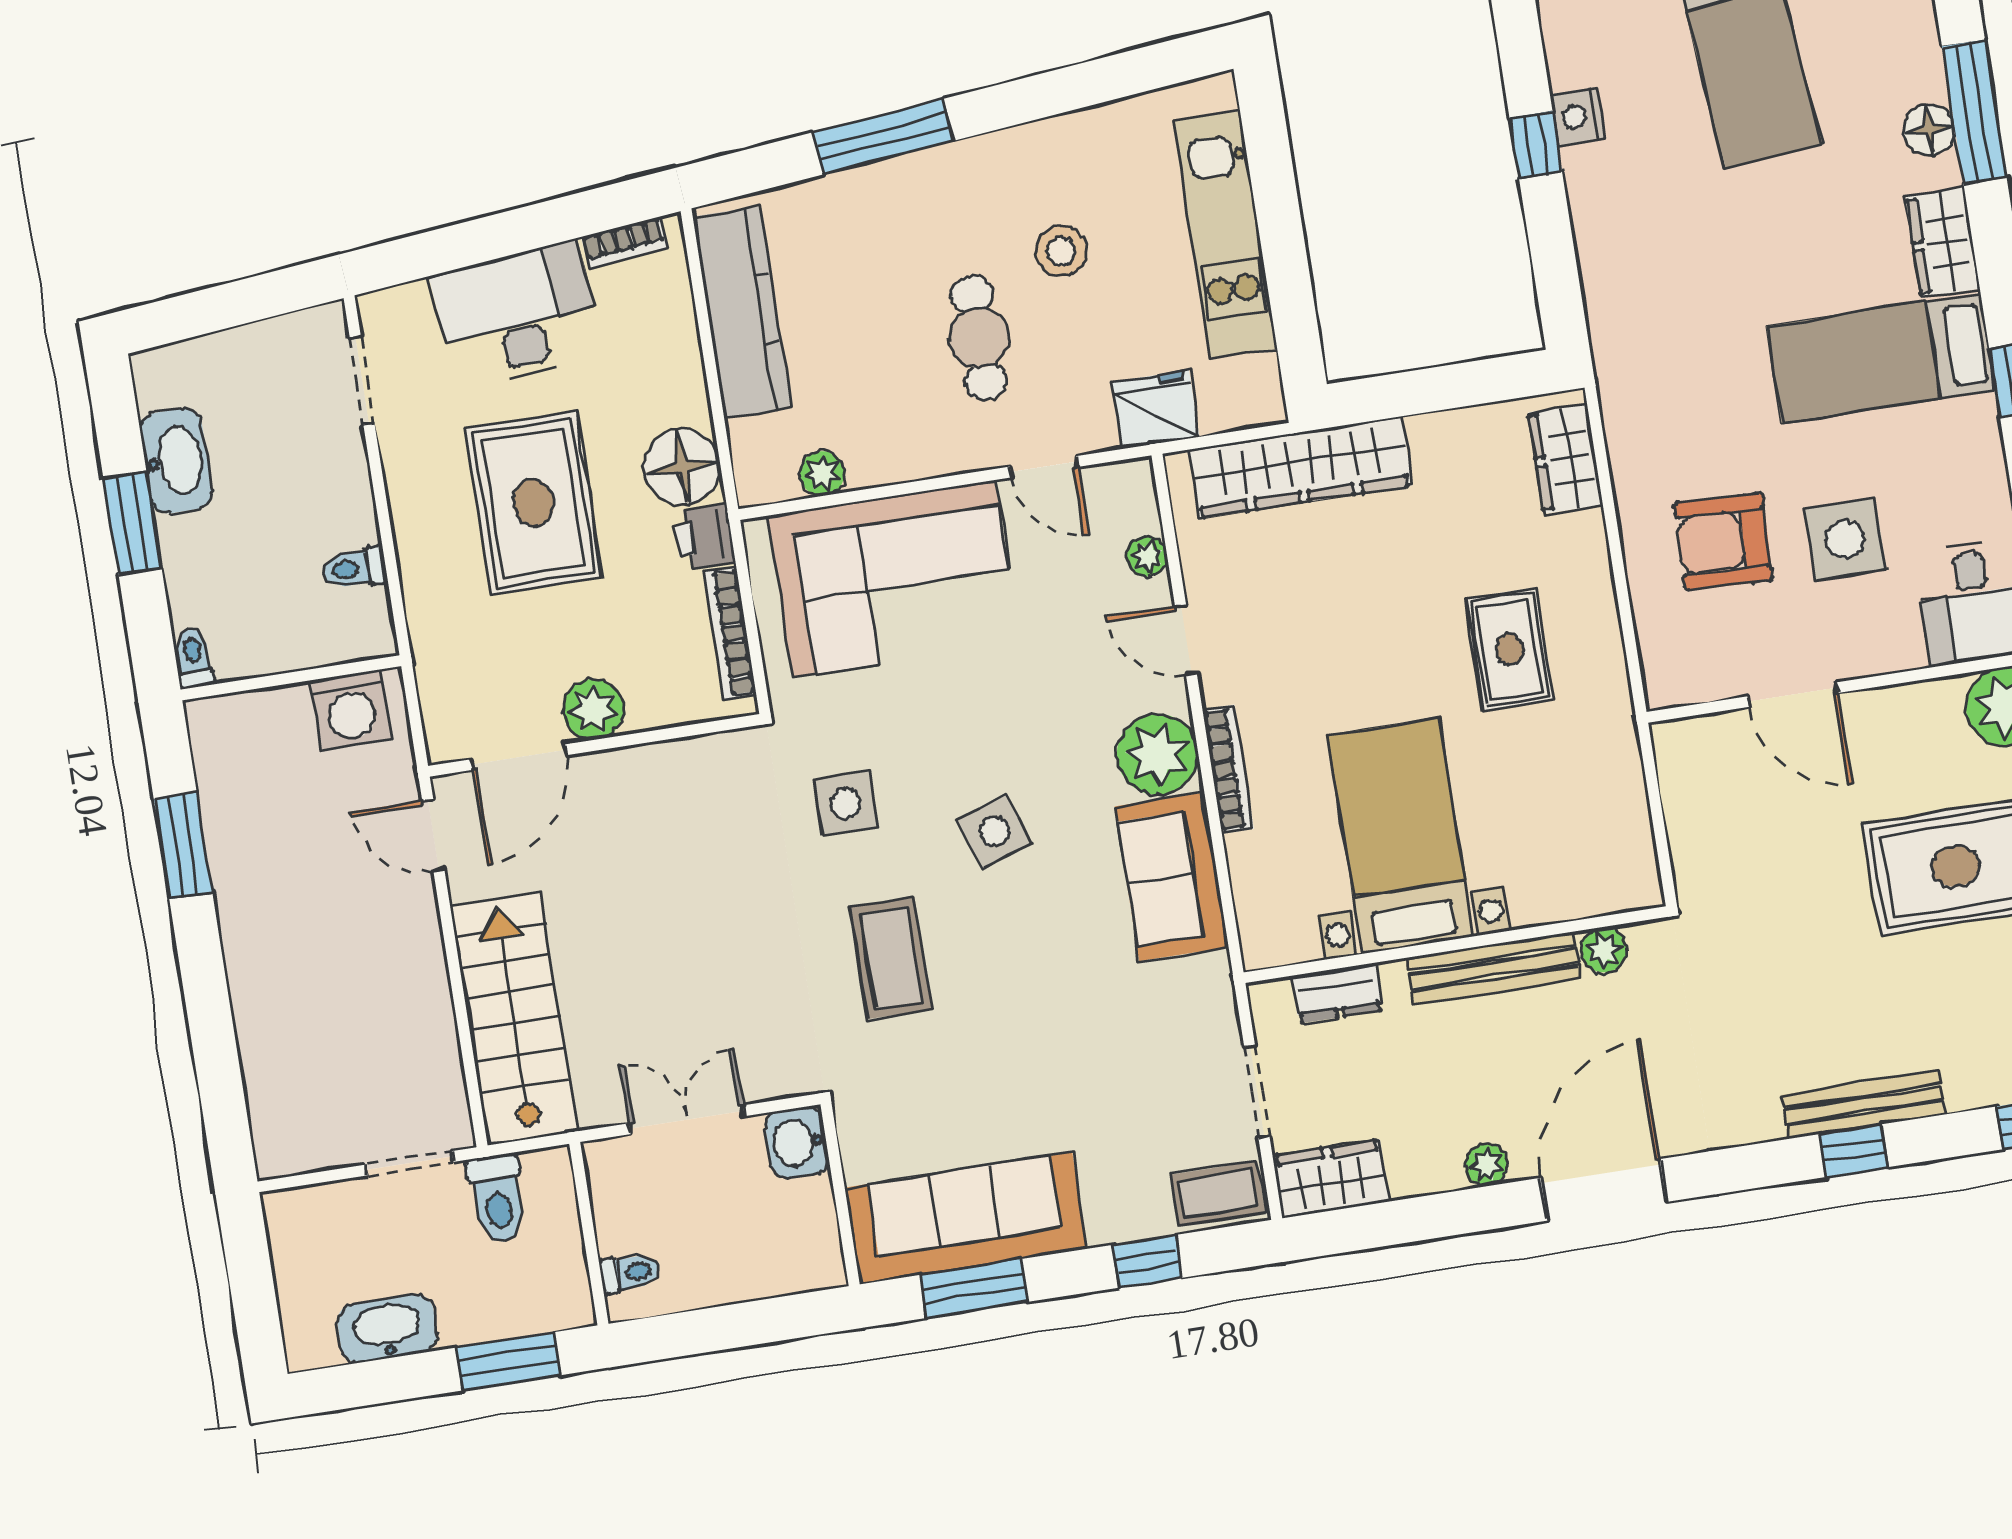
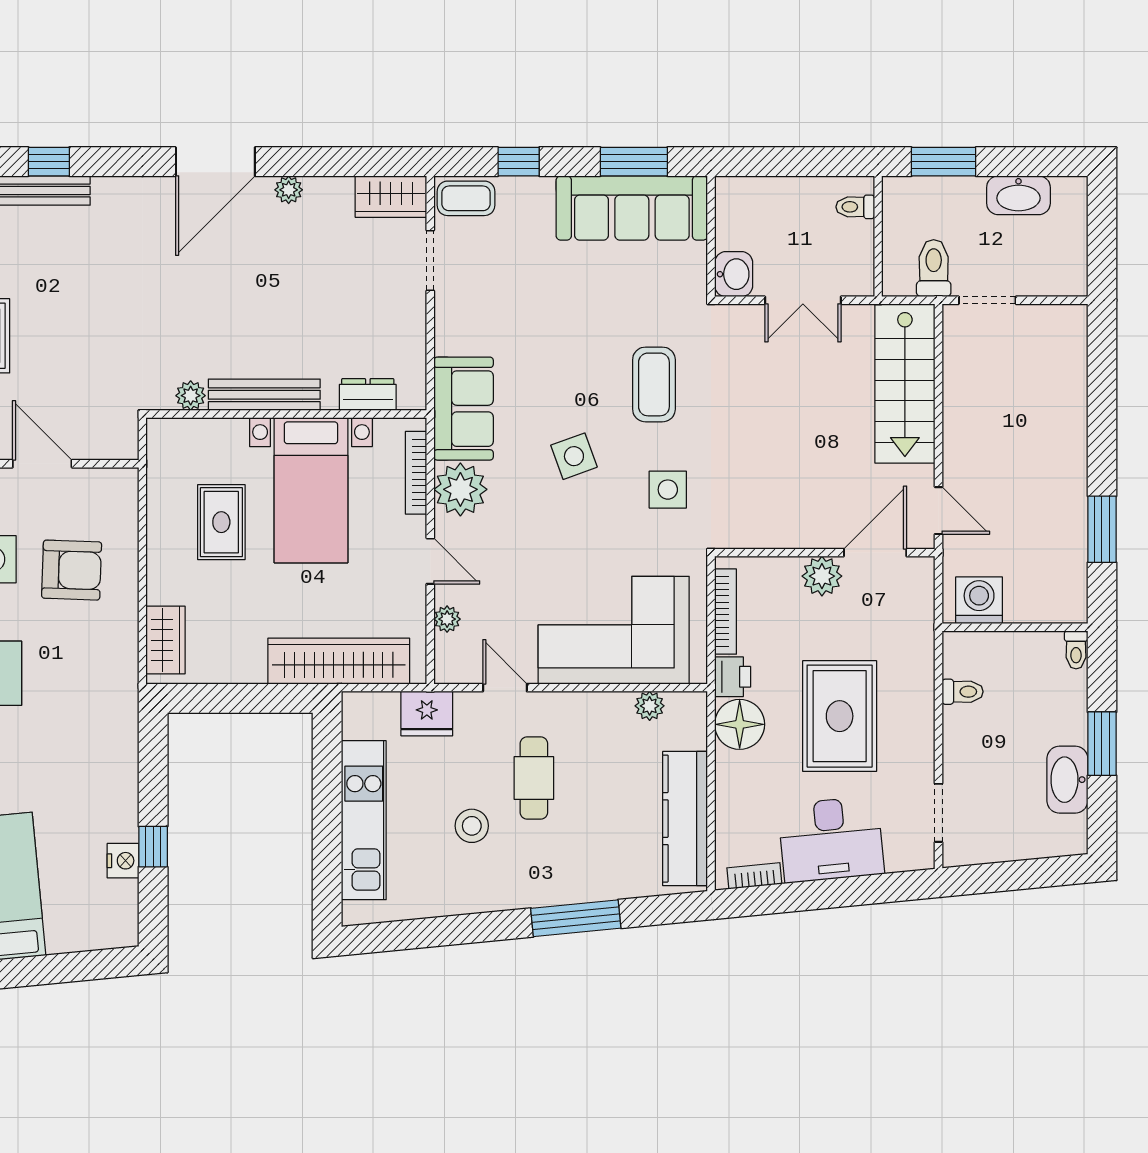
bed with nightstands: (1401, 836) -> (311, 490), moved
wall: (1456, 945) -> (286, 414), moved
plant: (1604, 950) -> (191, 396), moved
bench: (1493, 968) -> (264, 395), moved
dresser: (1338, 993) -> (368, 395), moved

